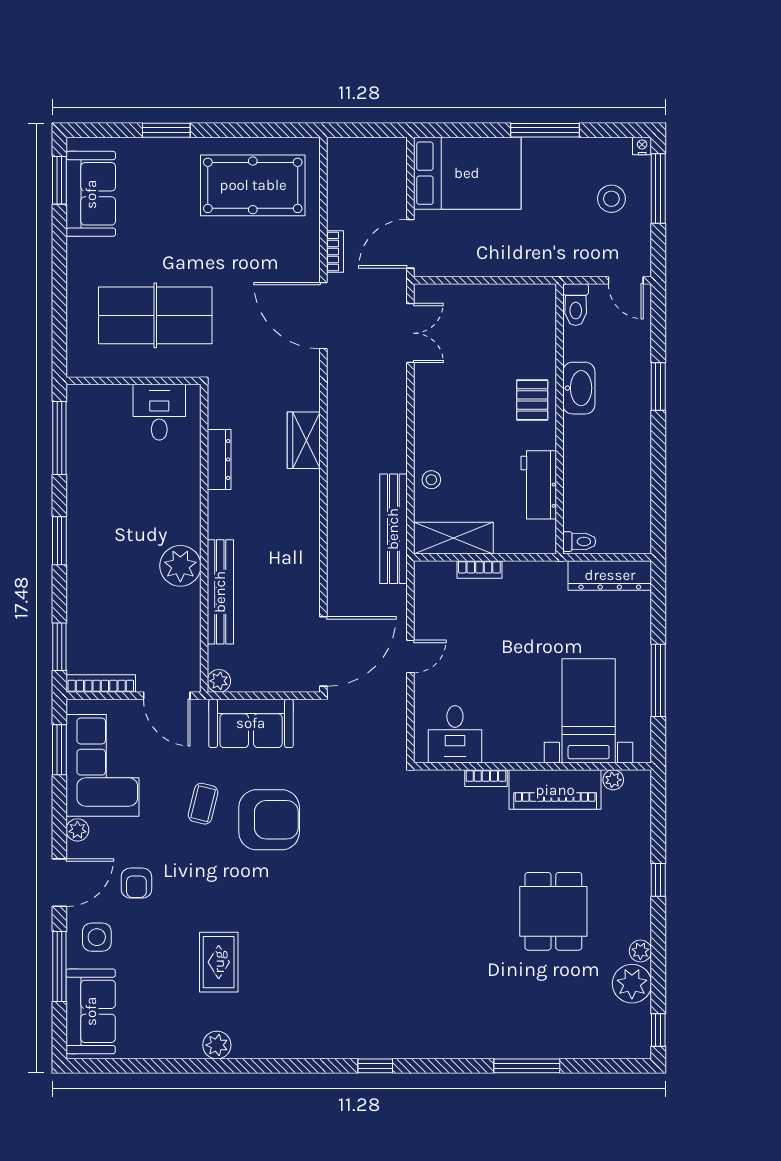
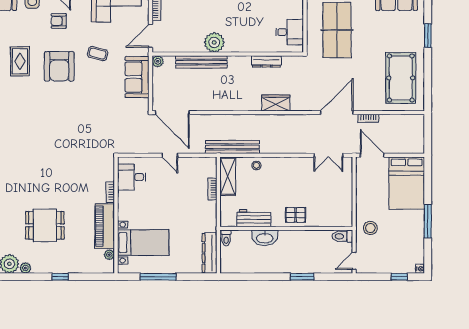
window: (658, 188) -> (399, 277), width x0.46
stool: (611, 199) -> (370, 228), moved
washbasin: (579, 388) -> (265, 238), moved
armchair: (269, 820) -> (59, 66), moved
rug: (219, 962) -> (20, 61), turned 90

